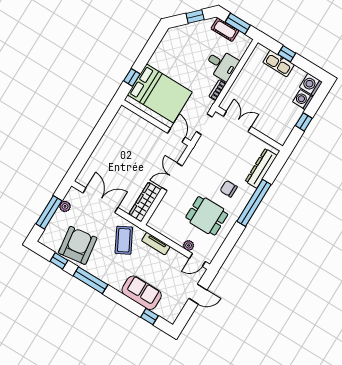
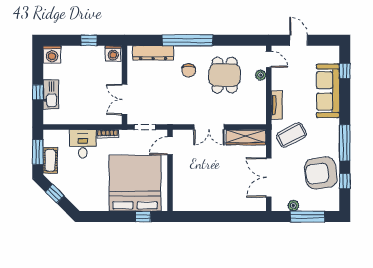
bed: (160, 93) -> (135, 183), width x1.36
washing machine: (303, 100) -> (113, 53), moved
sofa: (142, 293) -> (328, 91), width x1.36

